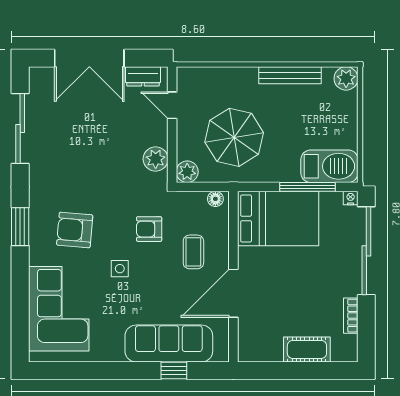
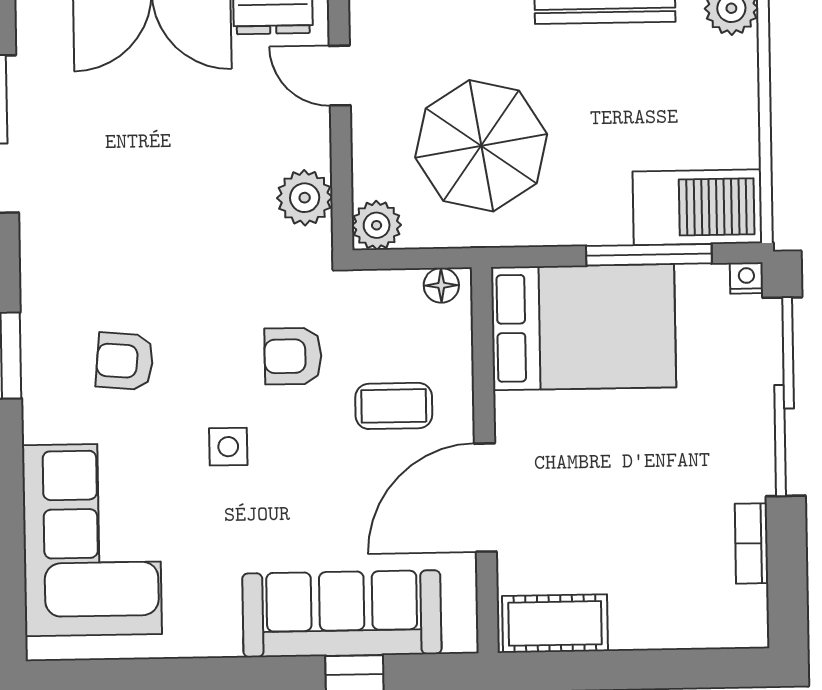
armchair: (75, 230) -> (125, 361), width x0.72, depth x0.72
coffee table: (193, 252) -> (394, 406), turned 90
cot: (307, 349) -> (555, 623), moved

